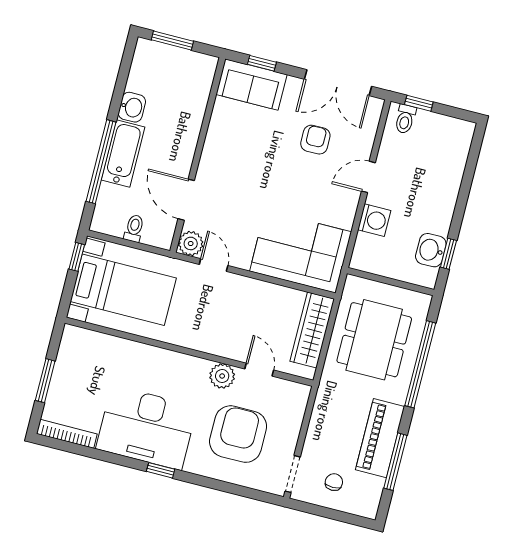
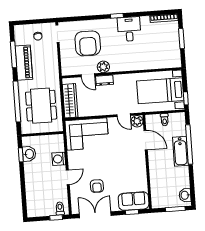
washbasin: (132, 107) -> (185, 195), moved
dresser: (229, 348) -> (104, 80), added
desk: (147, 428) -> (129, 29), width x0.53, depth x0.77

